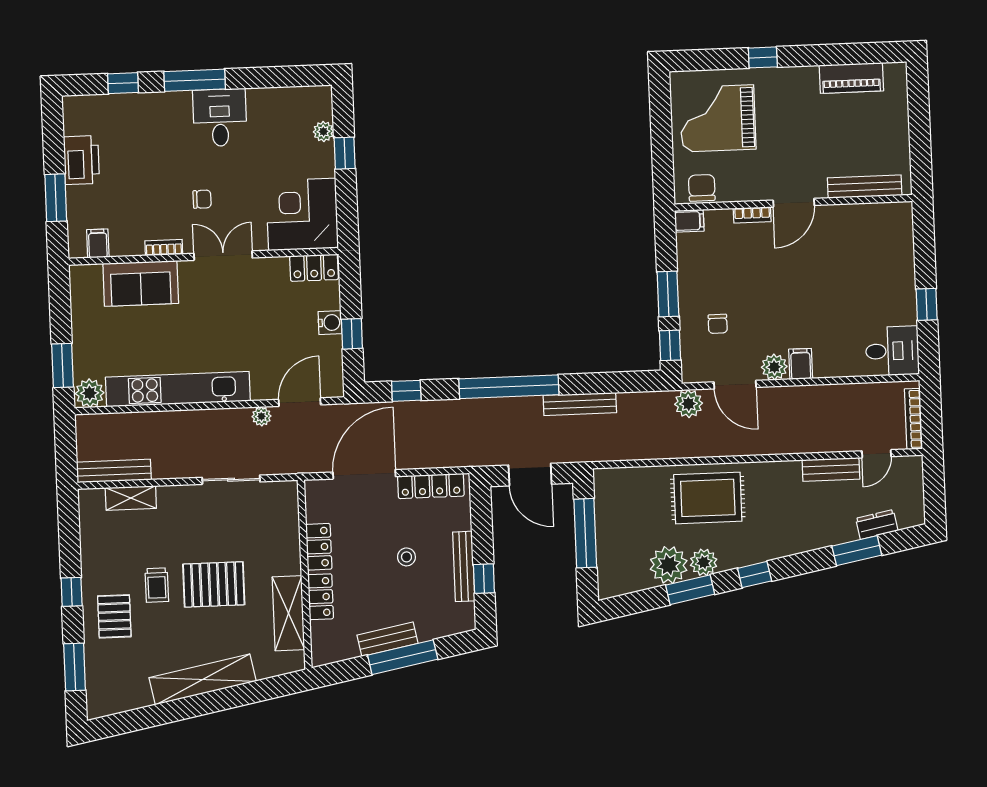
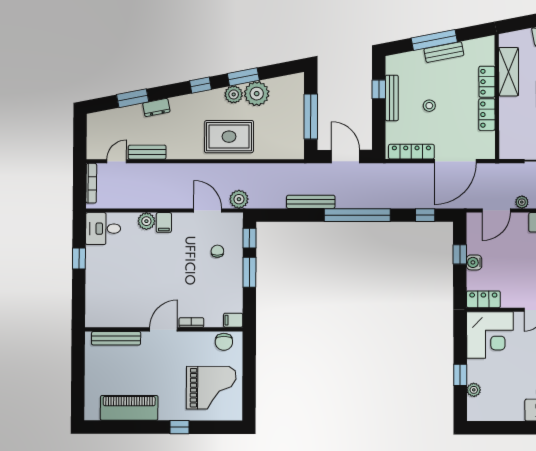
piano: (851, 78) -> (129, 408), width x1.37, depth x1.33
plant: (774, 367) -> (146, 221), moved
dresser: (877, 524) -> (156, 108), moved

